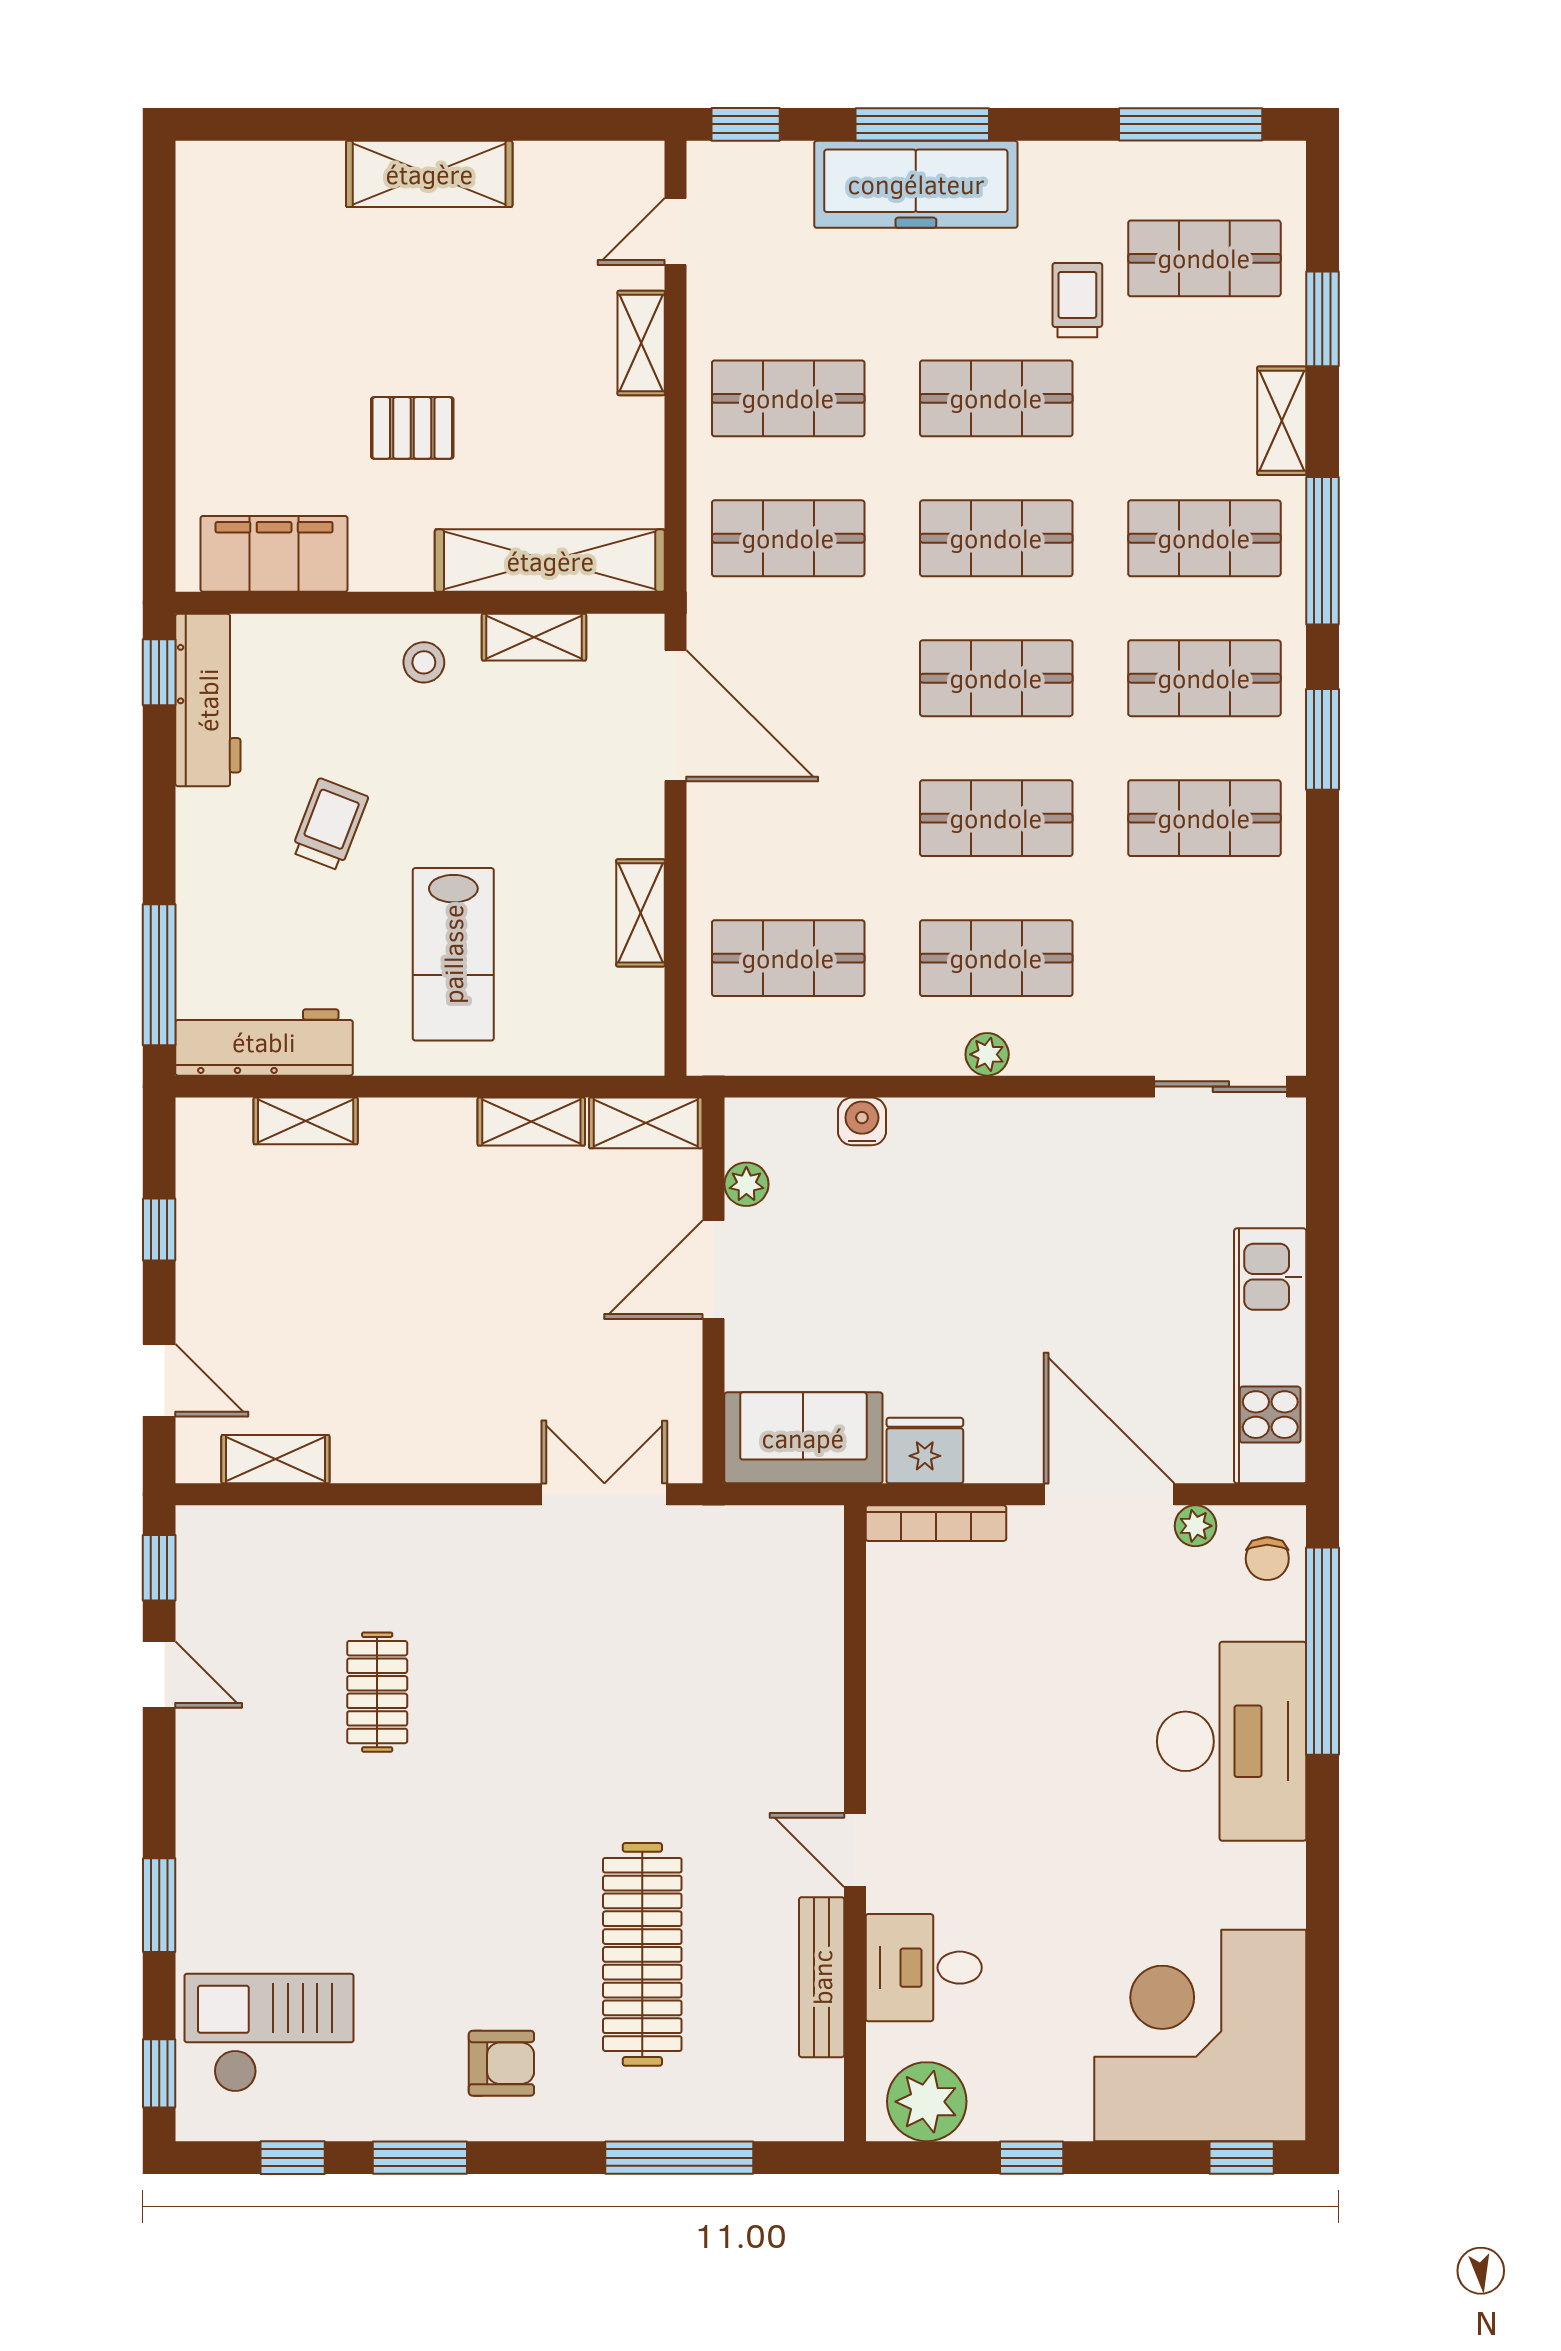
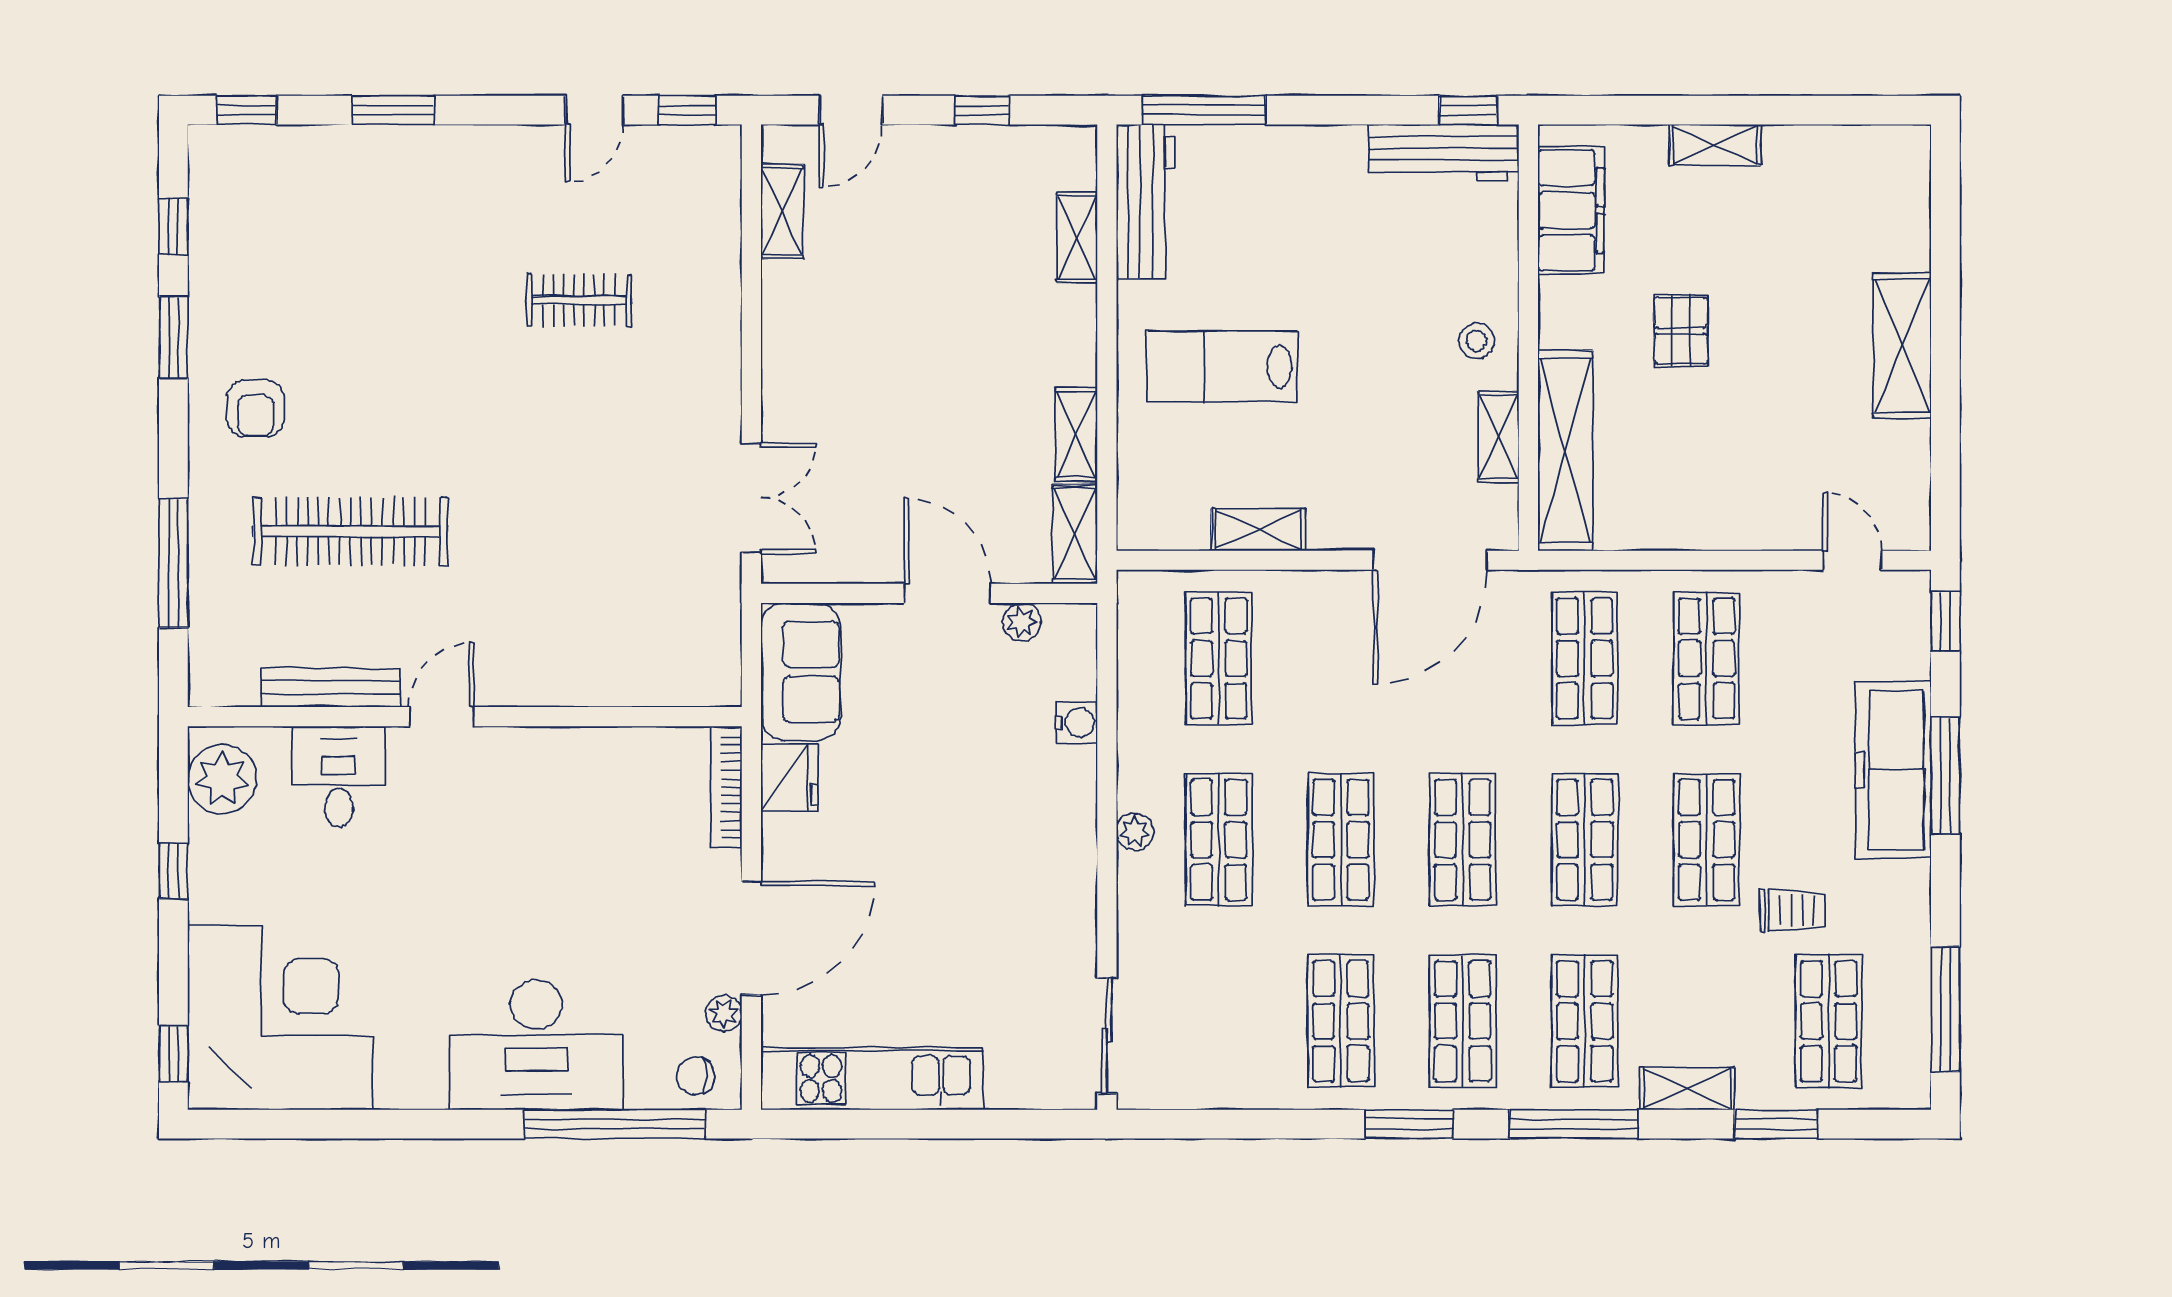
shelving: (641, 343) -> (1715, 145), moved
trolley: (330, 824) -> (1335, 259), removed
checkout: (269, 2033) -> (282, 206), removed

